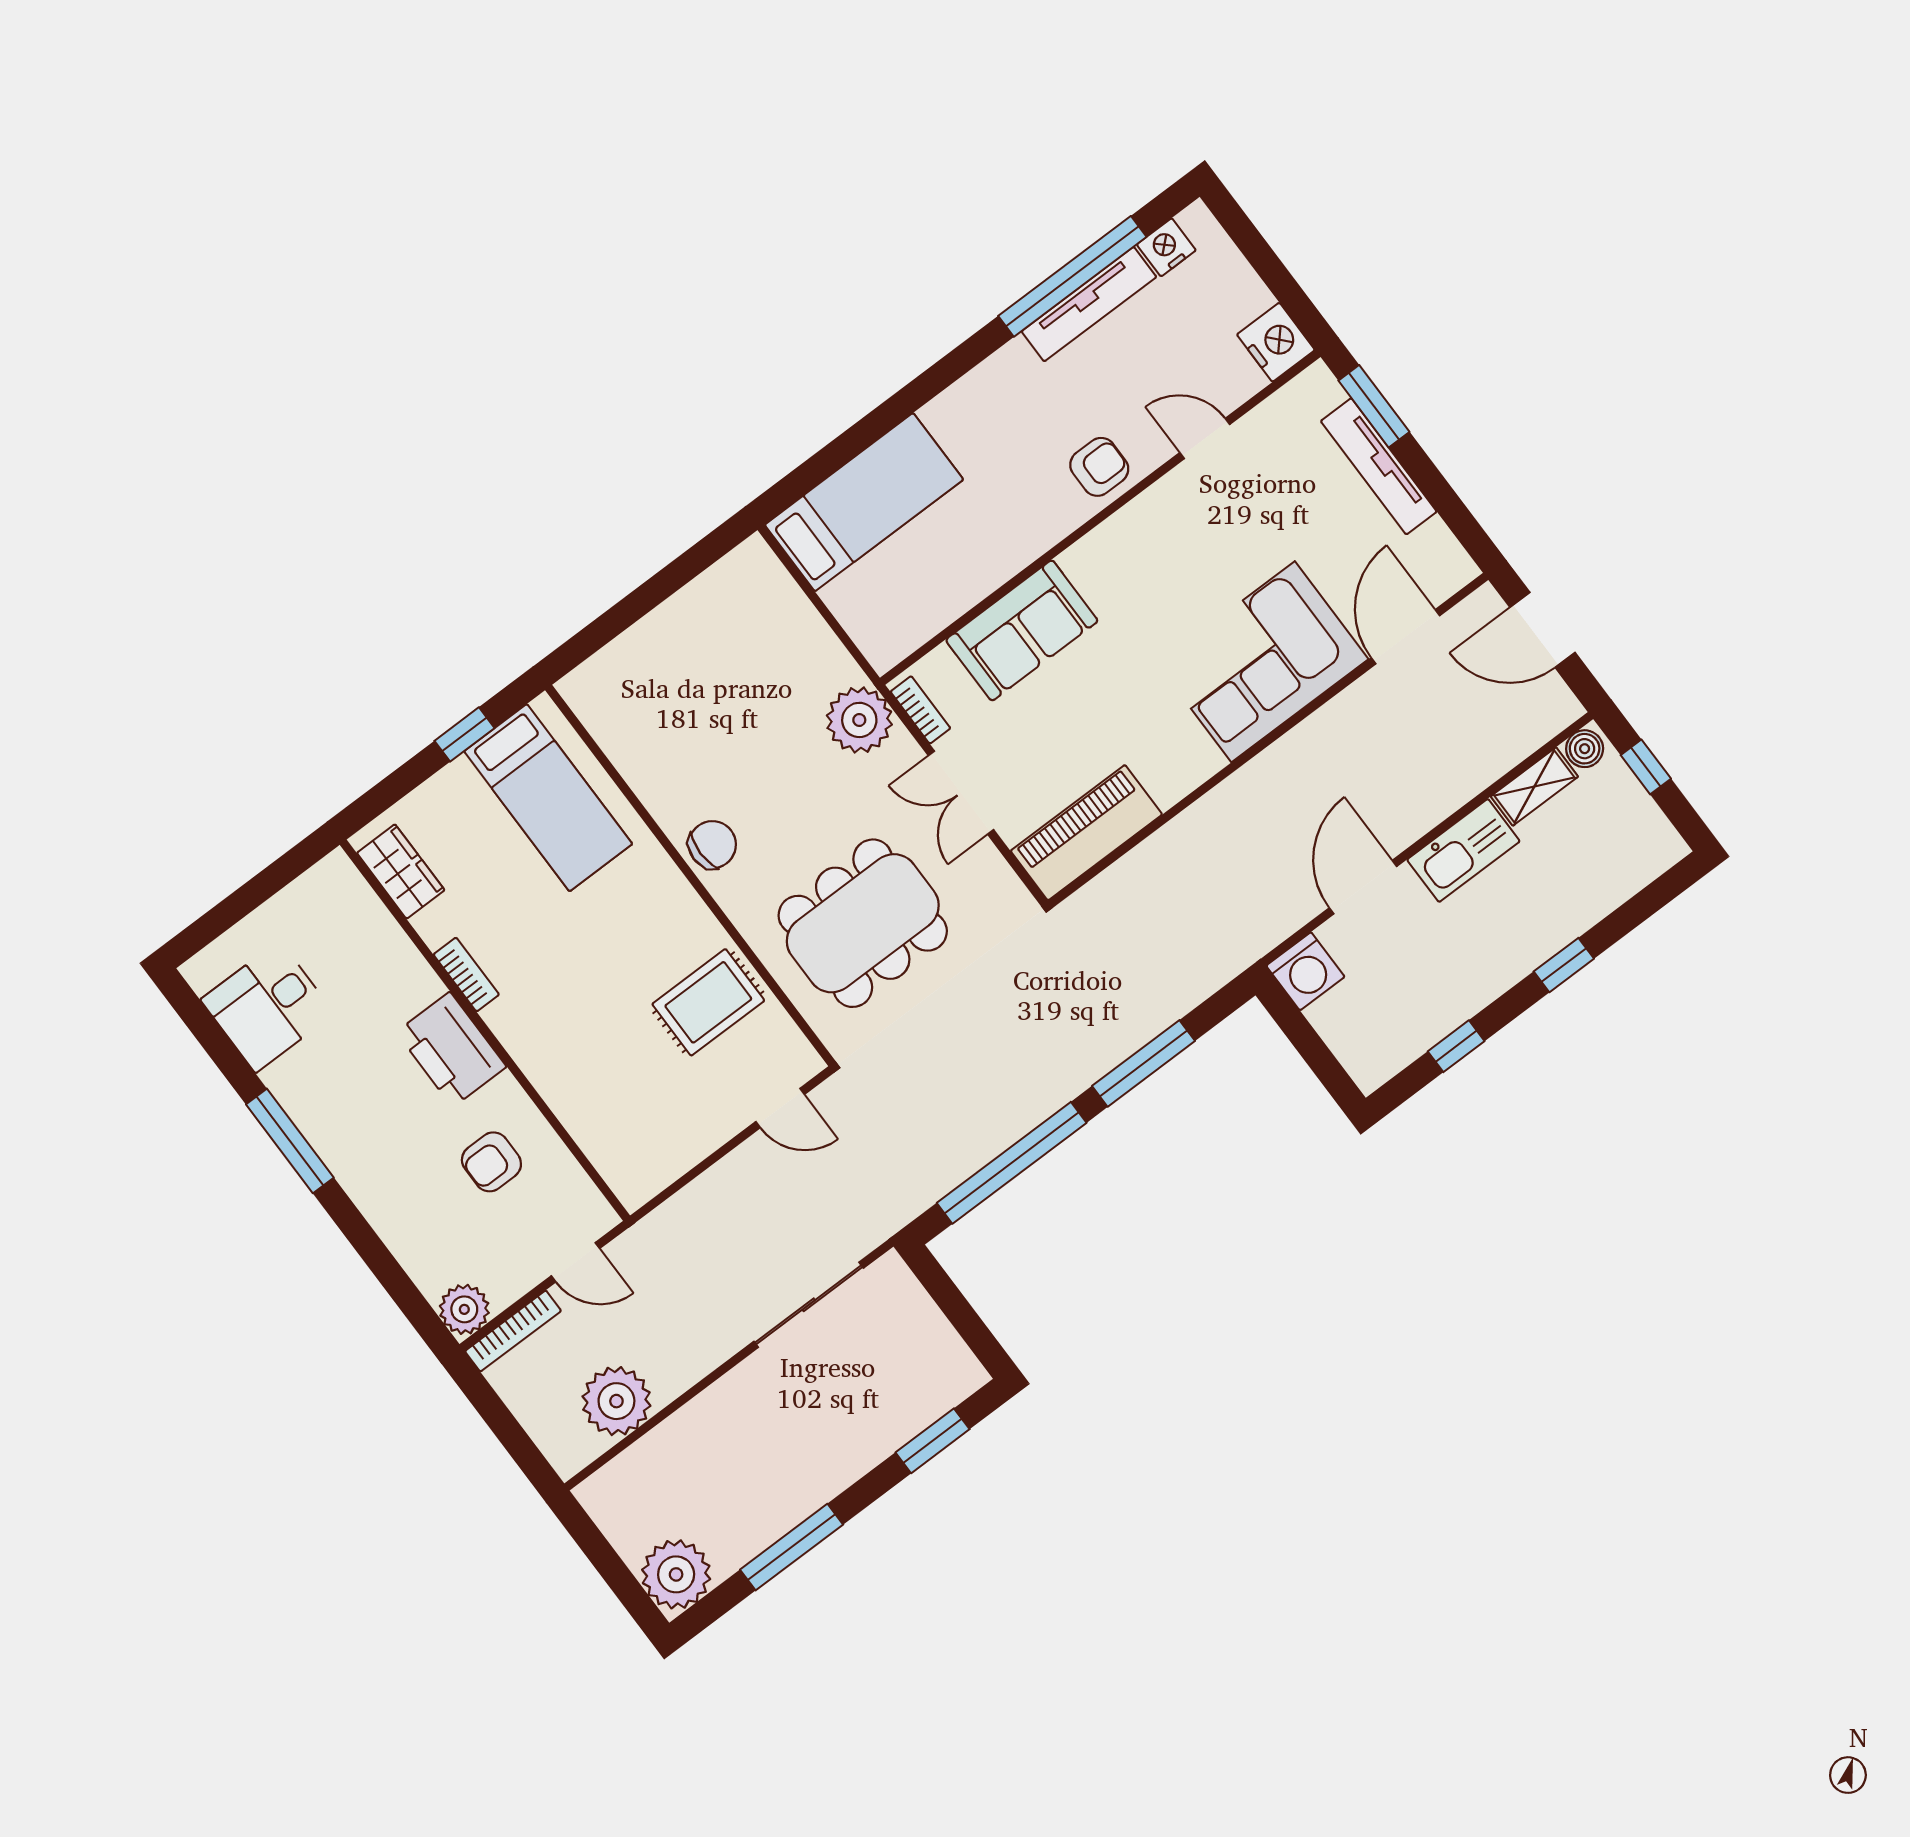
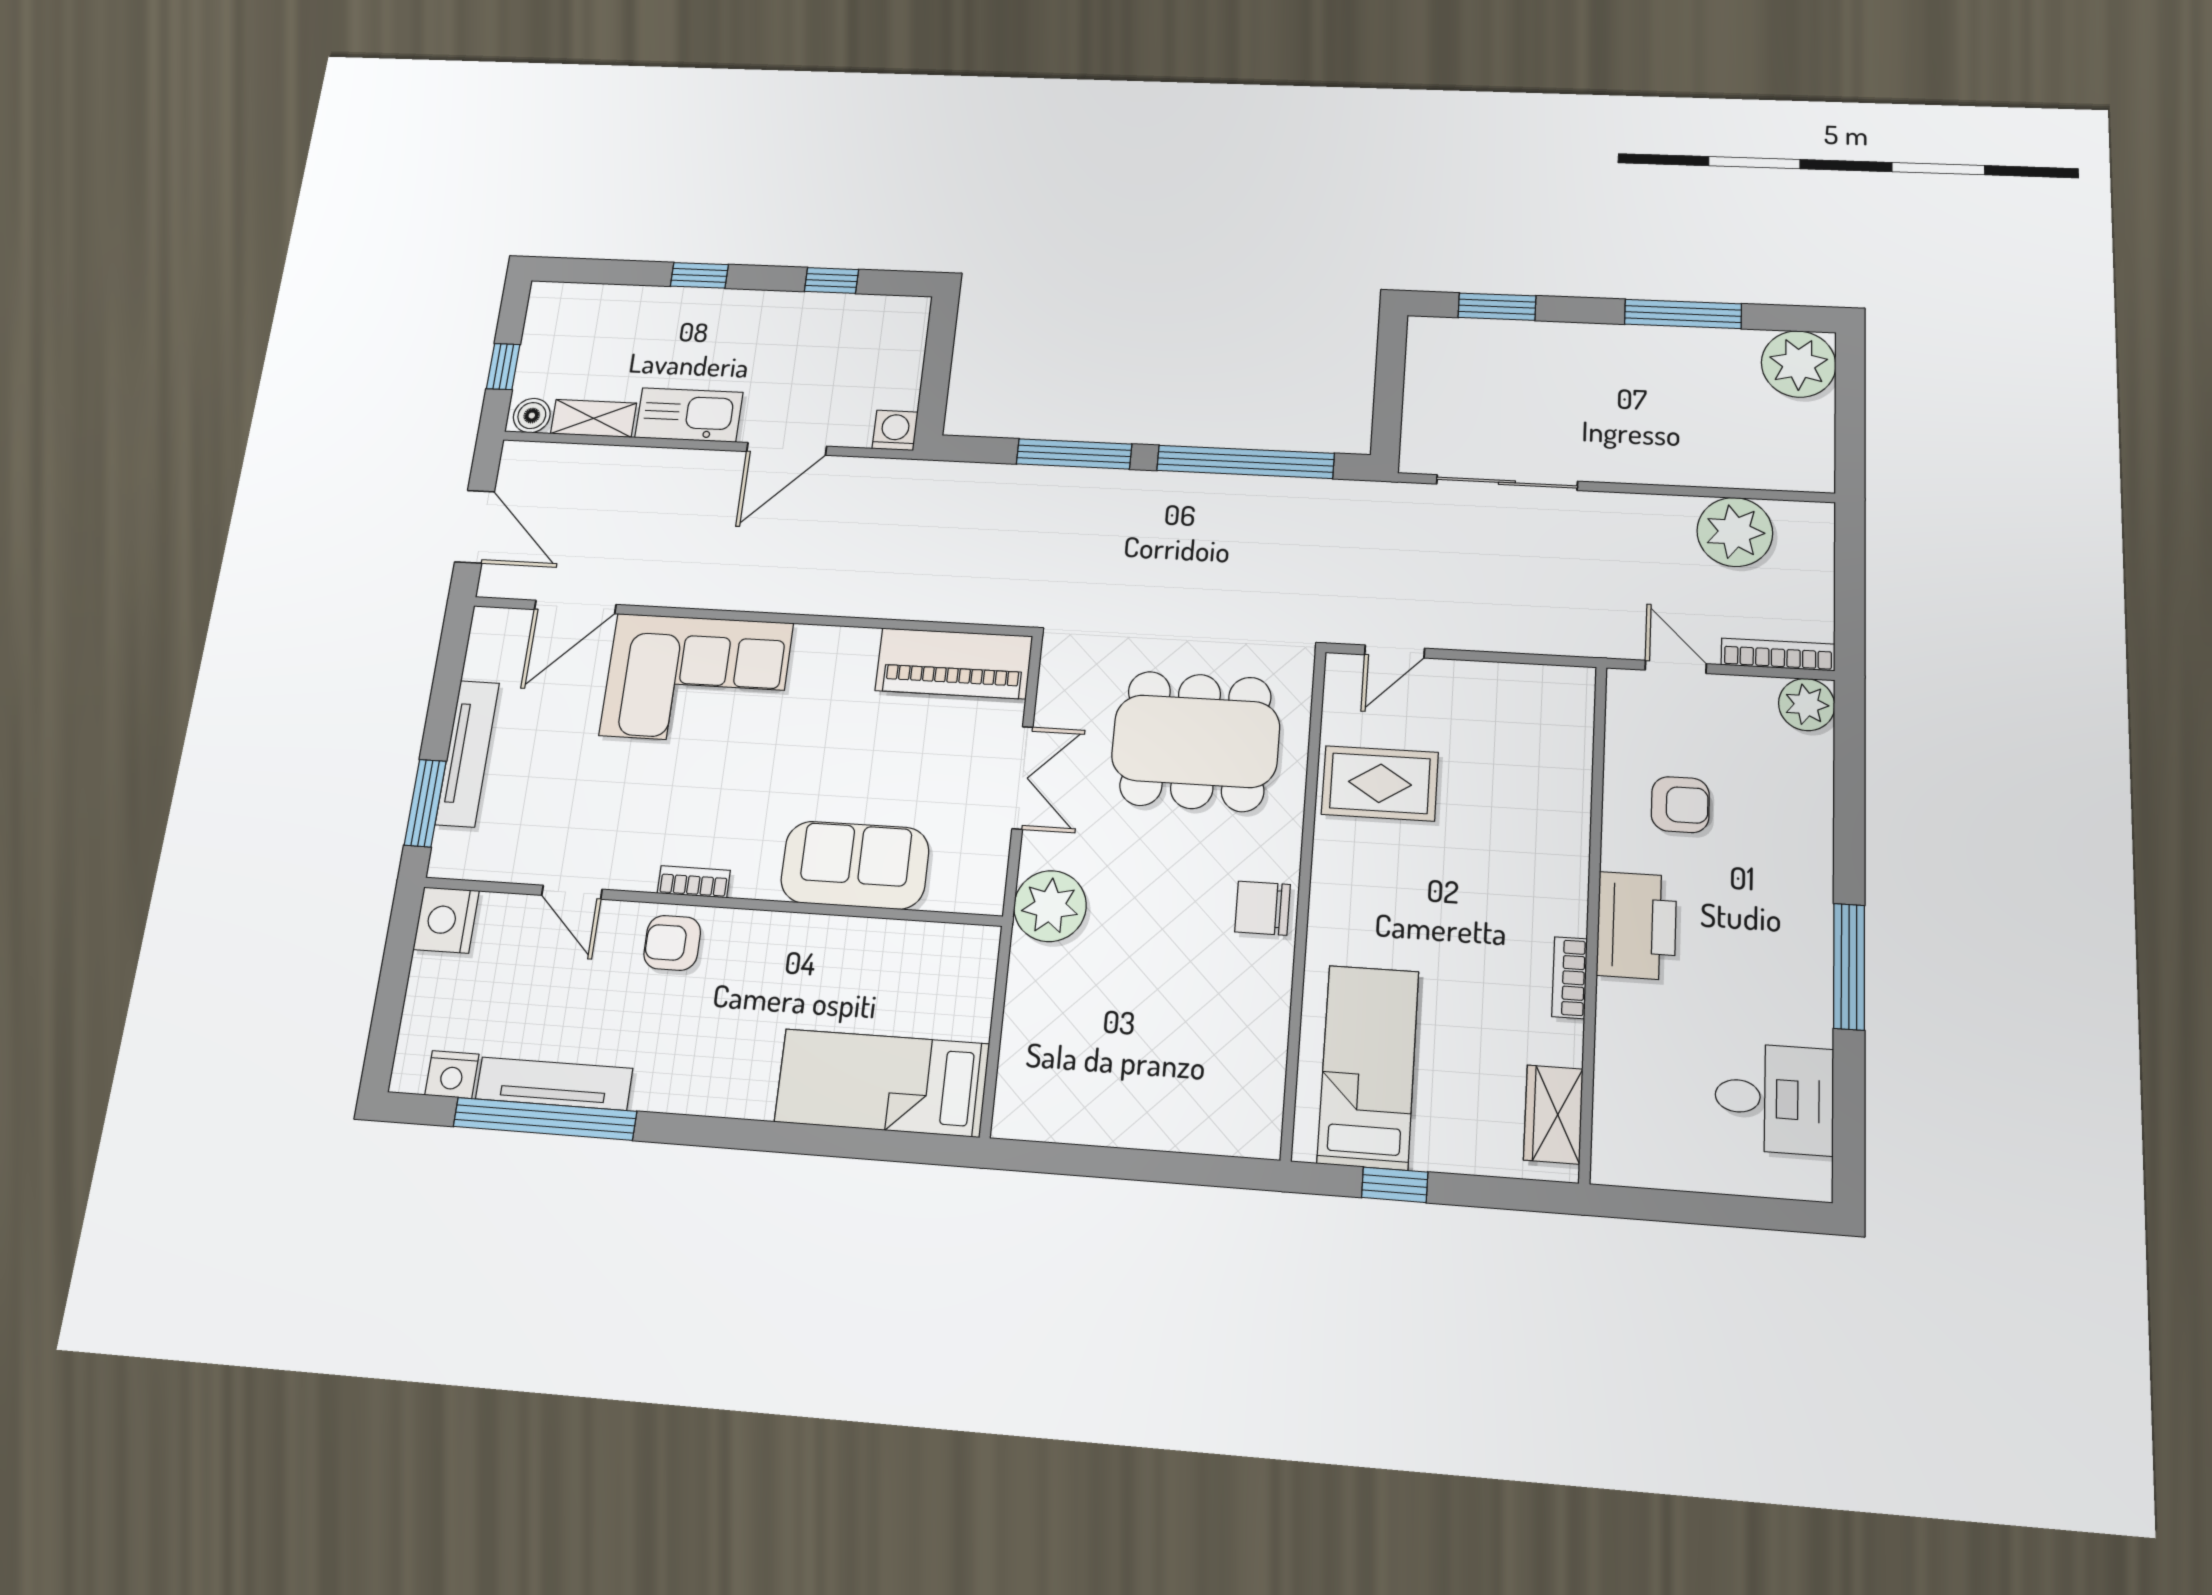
bookcase: (920, 710) -> (694, 882), moved, turned 90
washing machine: (1305, 971) -> (895, 430), width x0.73, depth x0.73
door: (780, 1108) -> (1395, 652), swing flipped

